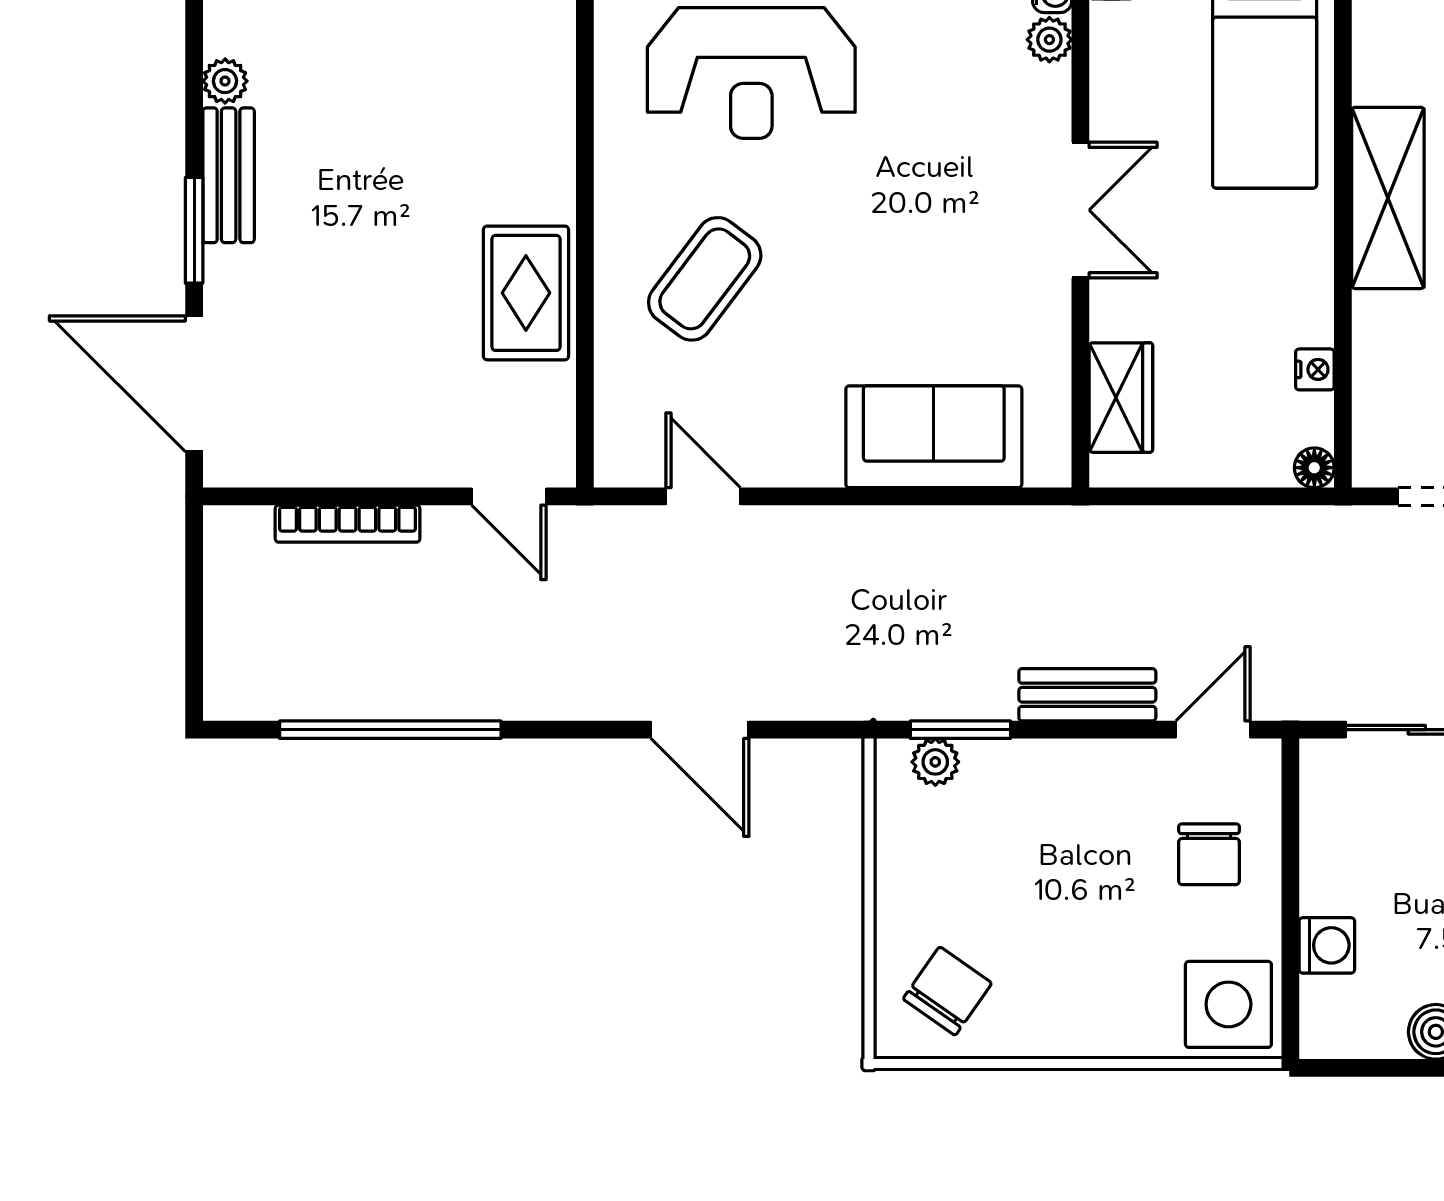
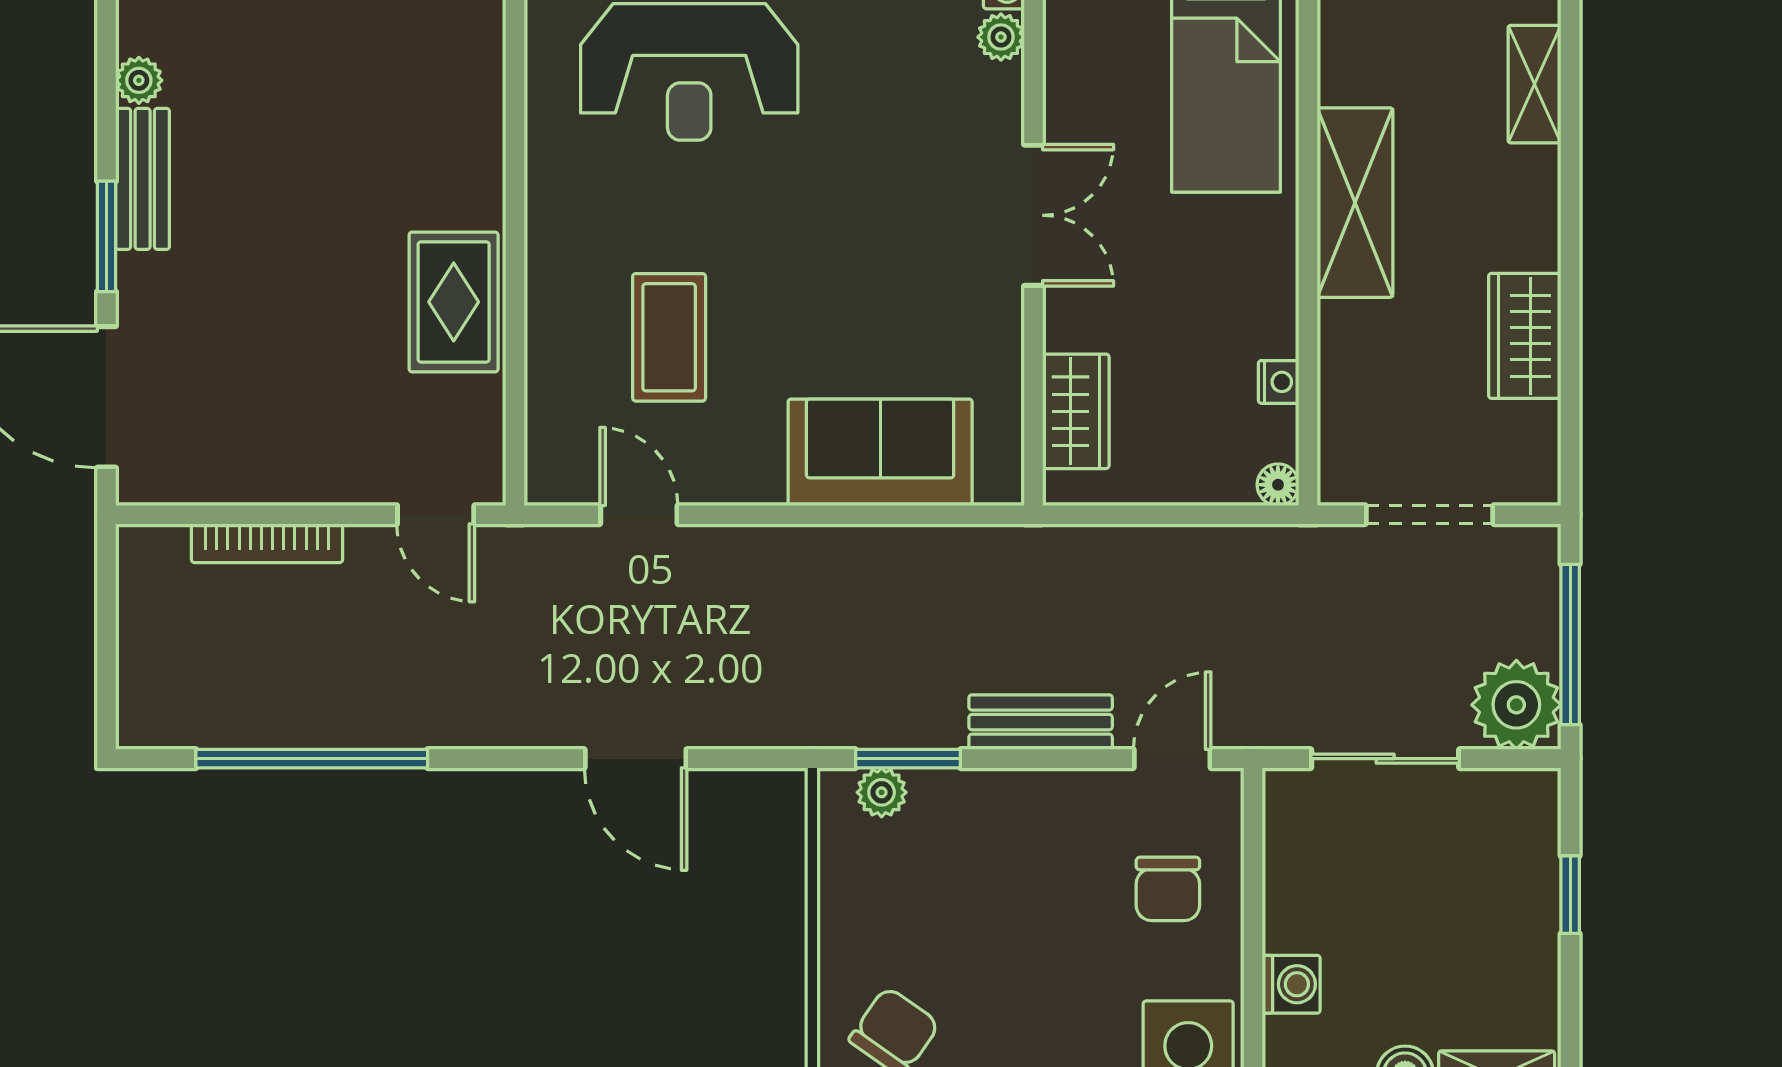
coffee table: (705, 279) -> (669, 337), moved, turned -37

